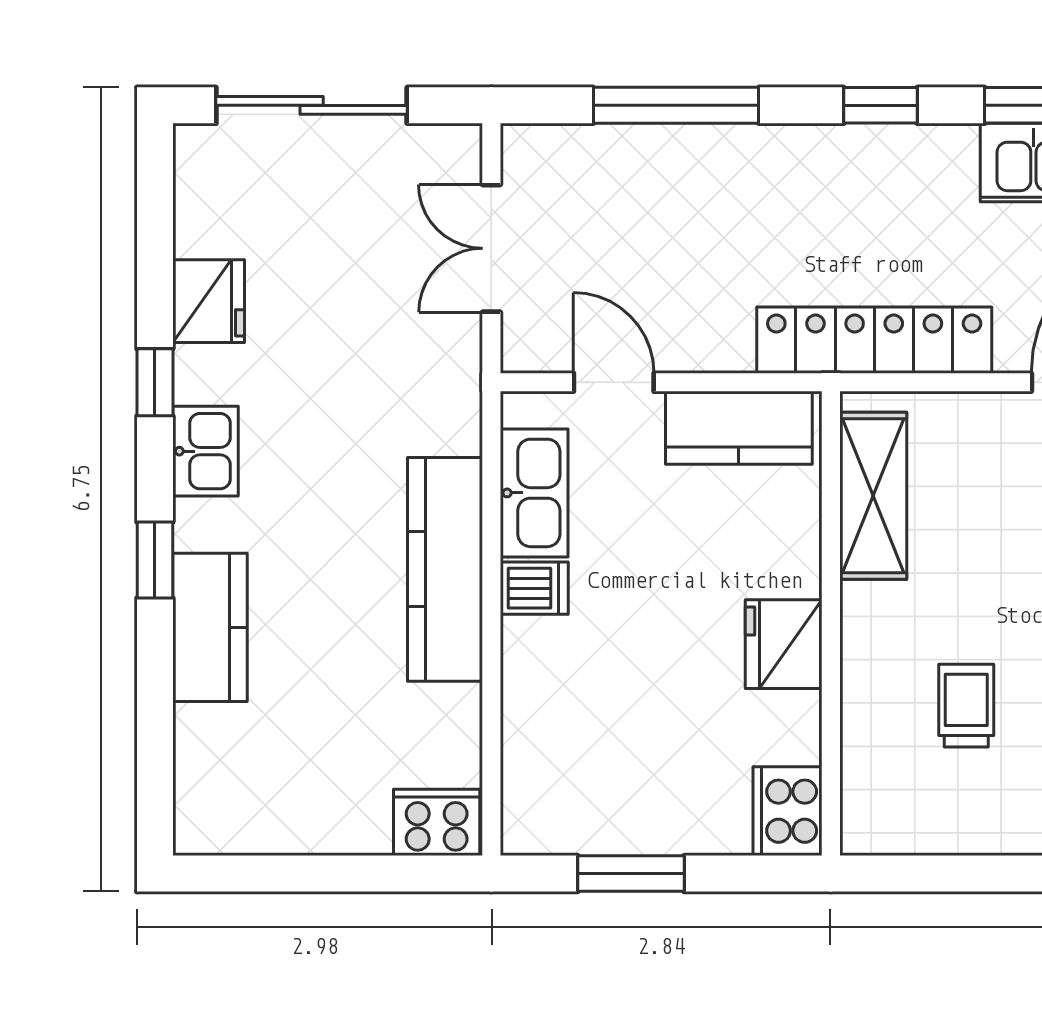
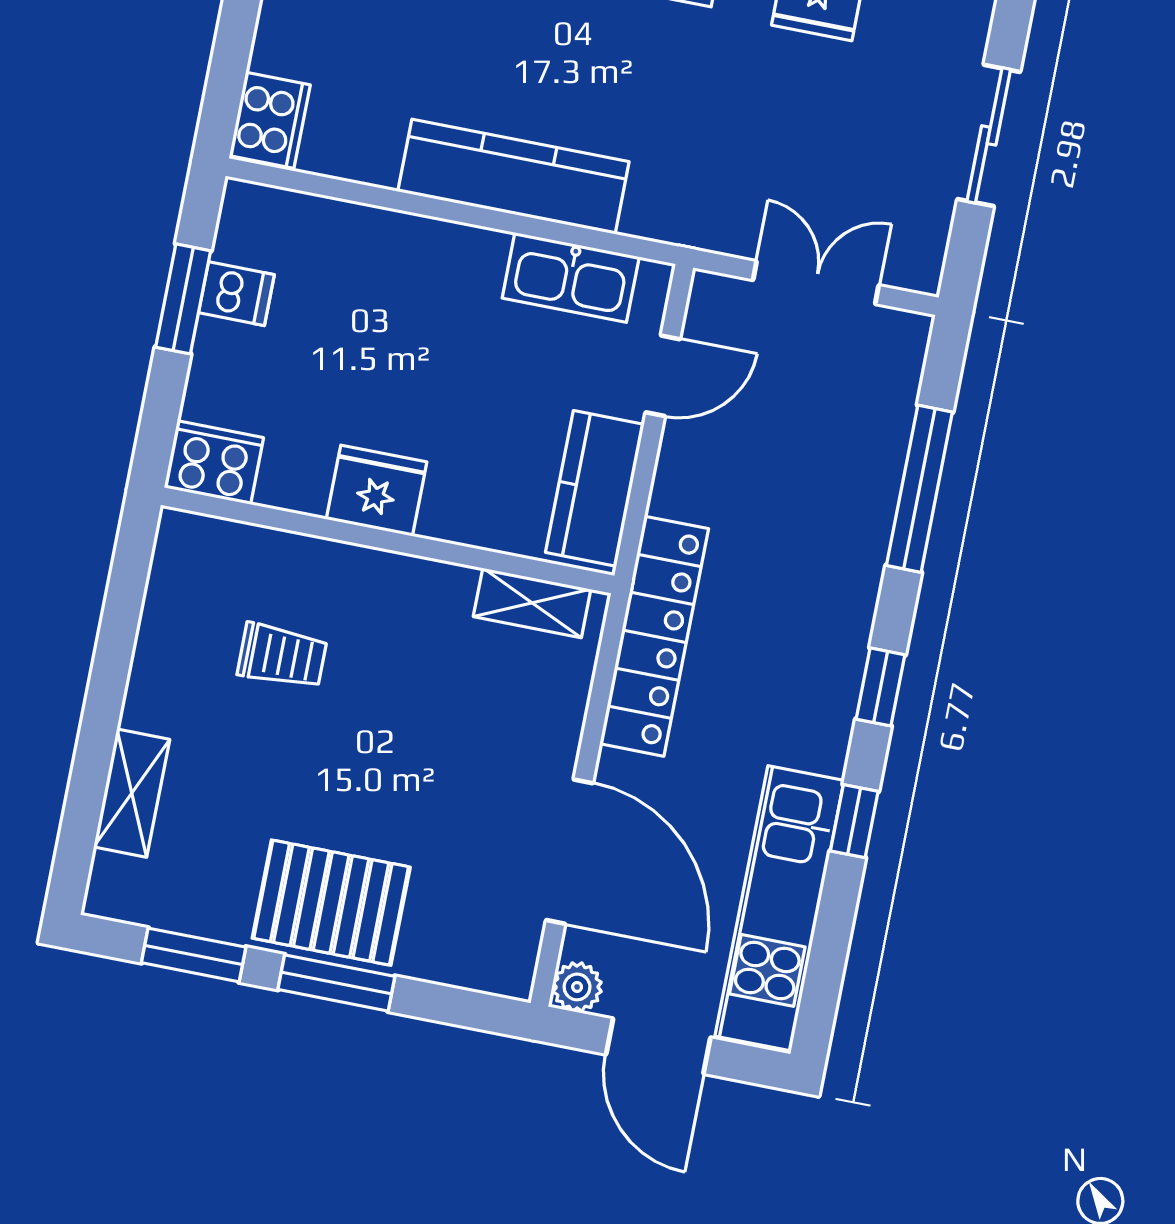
sliding door: (312, 105) -> (989, 135), width x0.73
shelving: (873, 496) -> (532, 603), width x0.67, depth x0.75
dishwasher: (534, 588) -> (236, 294), moved, turned -90

